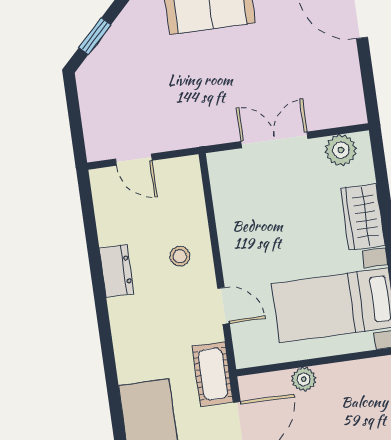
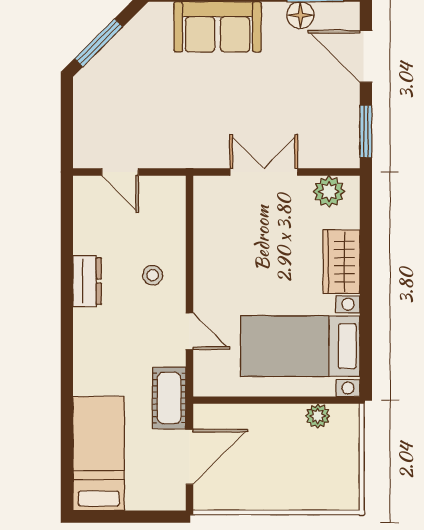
window: (95, 36) -> (99, 43), width x1.50
window: (369, 86) -> (366, 131), added
plant: (304, 379) -> (318, 416), moved

